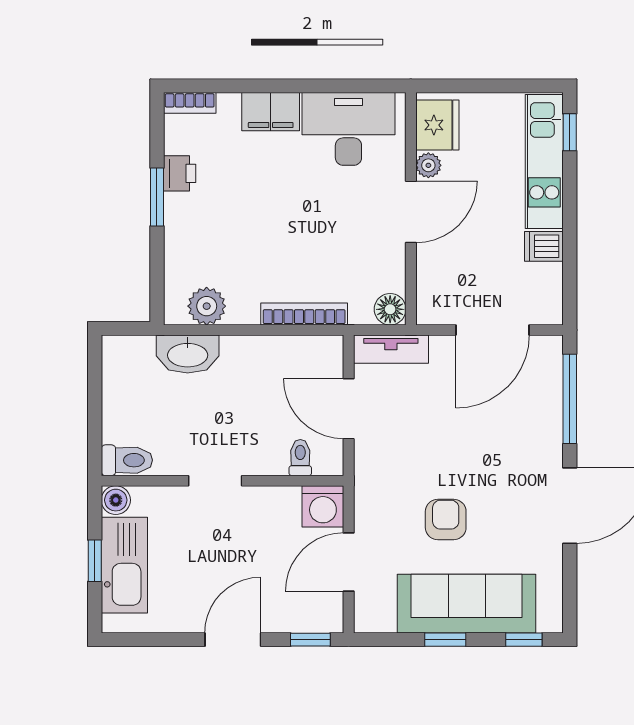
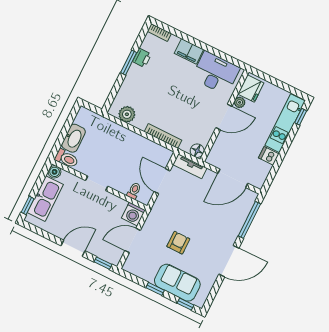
washbasin: (188, 354) -> (73, 138), moved, turned -90
window: (95, 561) -> (28, 205), moved
sofa: (467, 604) -> (177, 283), width x0.73

